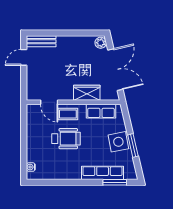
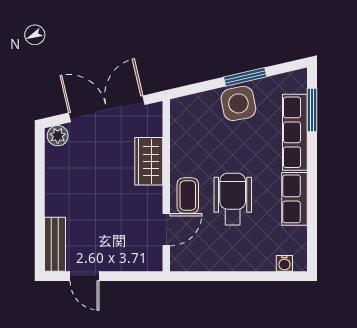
row of seats: (101, 111) -> (295, 199), moved, turned 180

